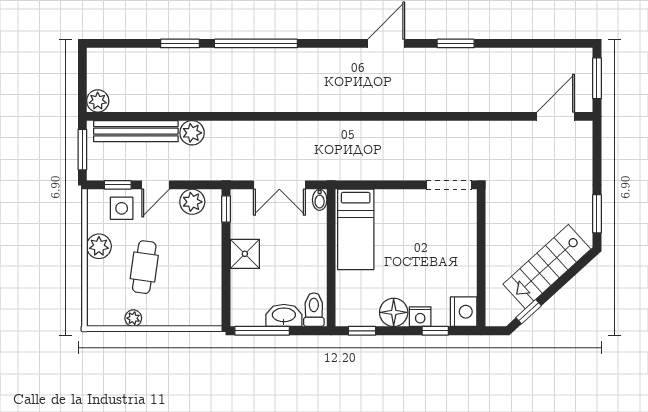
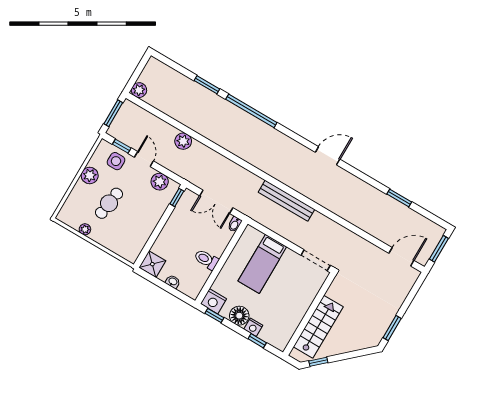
window: (456, 43) -> (399, 198), moved
bench: (136, 131) -> (286, 201), moved
door: (156, 185) -> (144, 159), swing flipped
bed: (356, 229) -> (262, 264), moved
shower: (245, 254) -> (152, 264), moved
stairs: (547, 267) -> (318, 327), moved, turned 132
toilet: (314, 310) -> (206, 259), moved, turned -90
nightstand: (464, 312) -> (213, 301), moved, turned 90
washbasin: (284, 315) -> (173, 282), width x0.52, depth x0.69
window: (262, 331) -> (156, 281), removed

